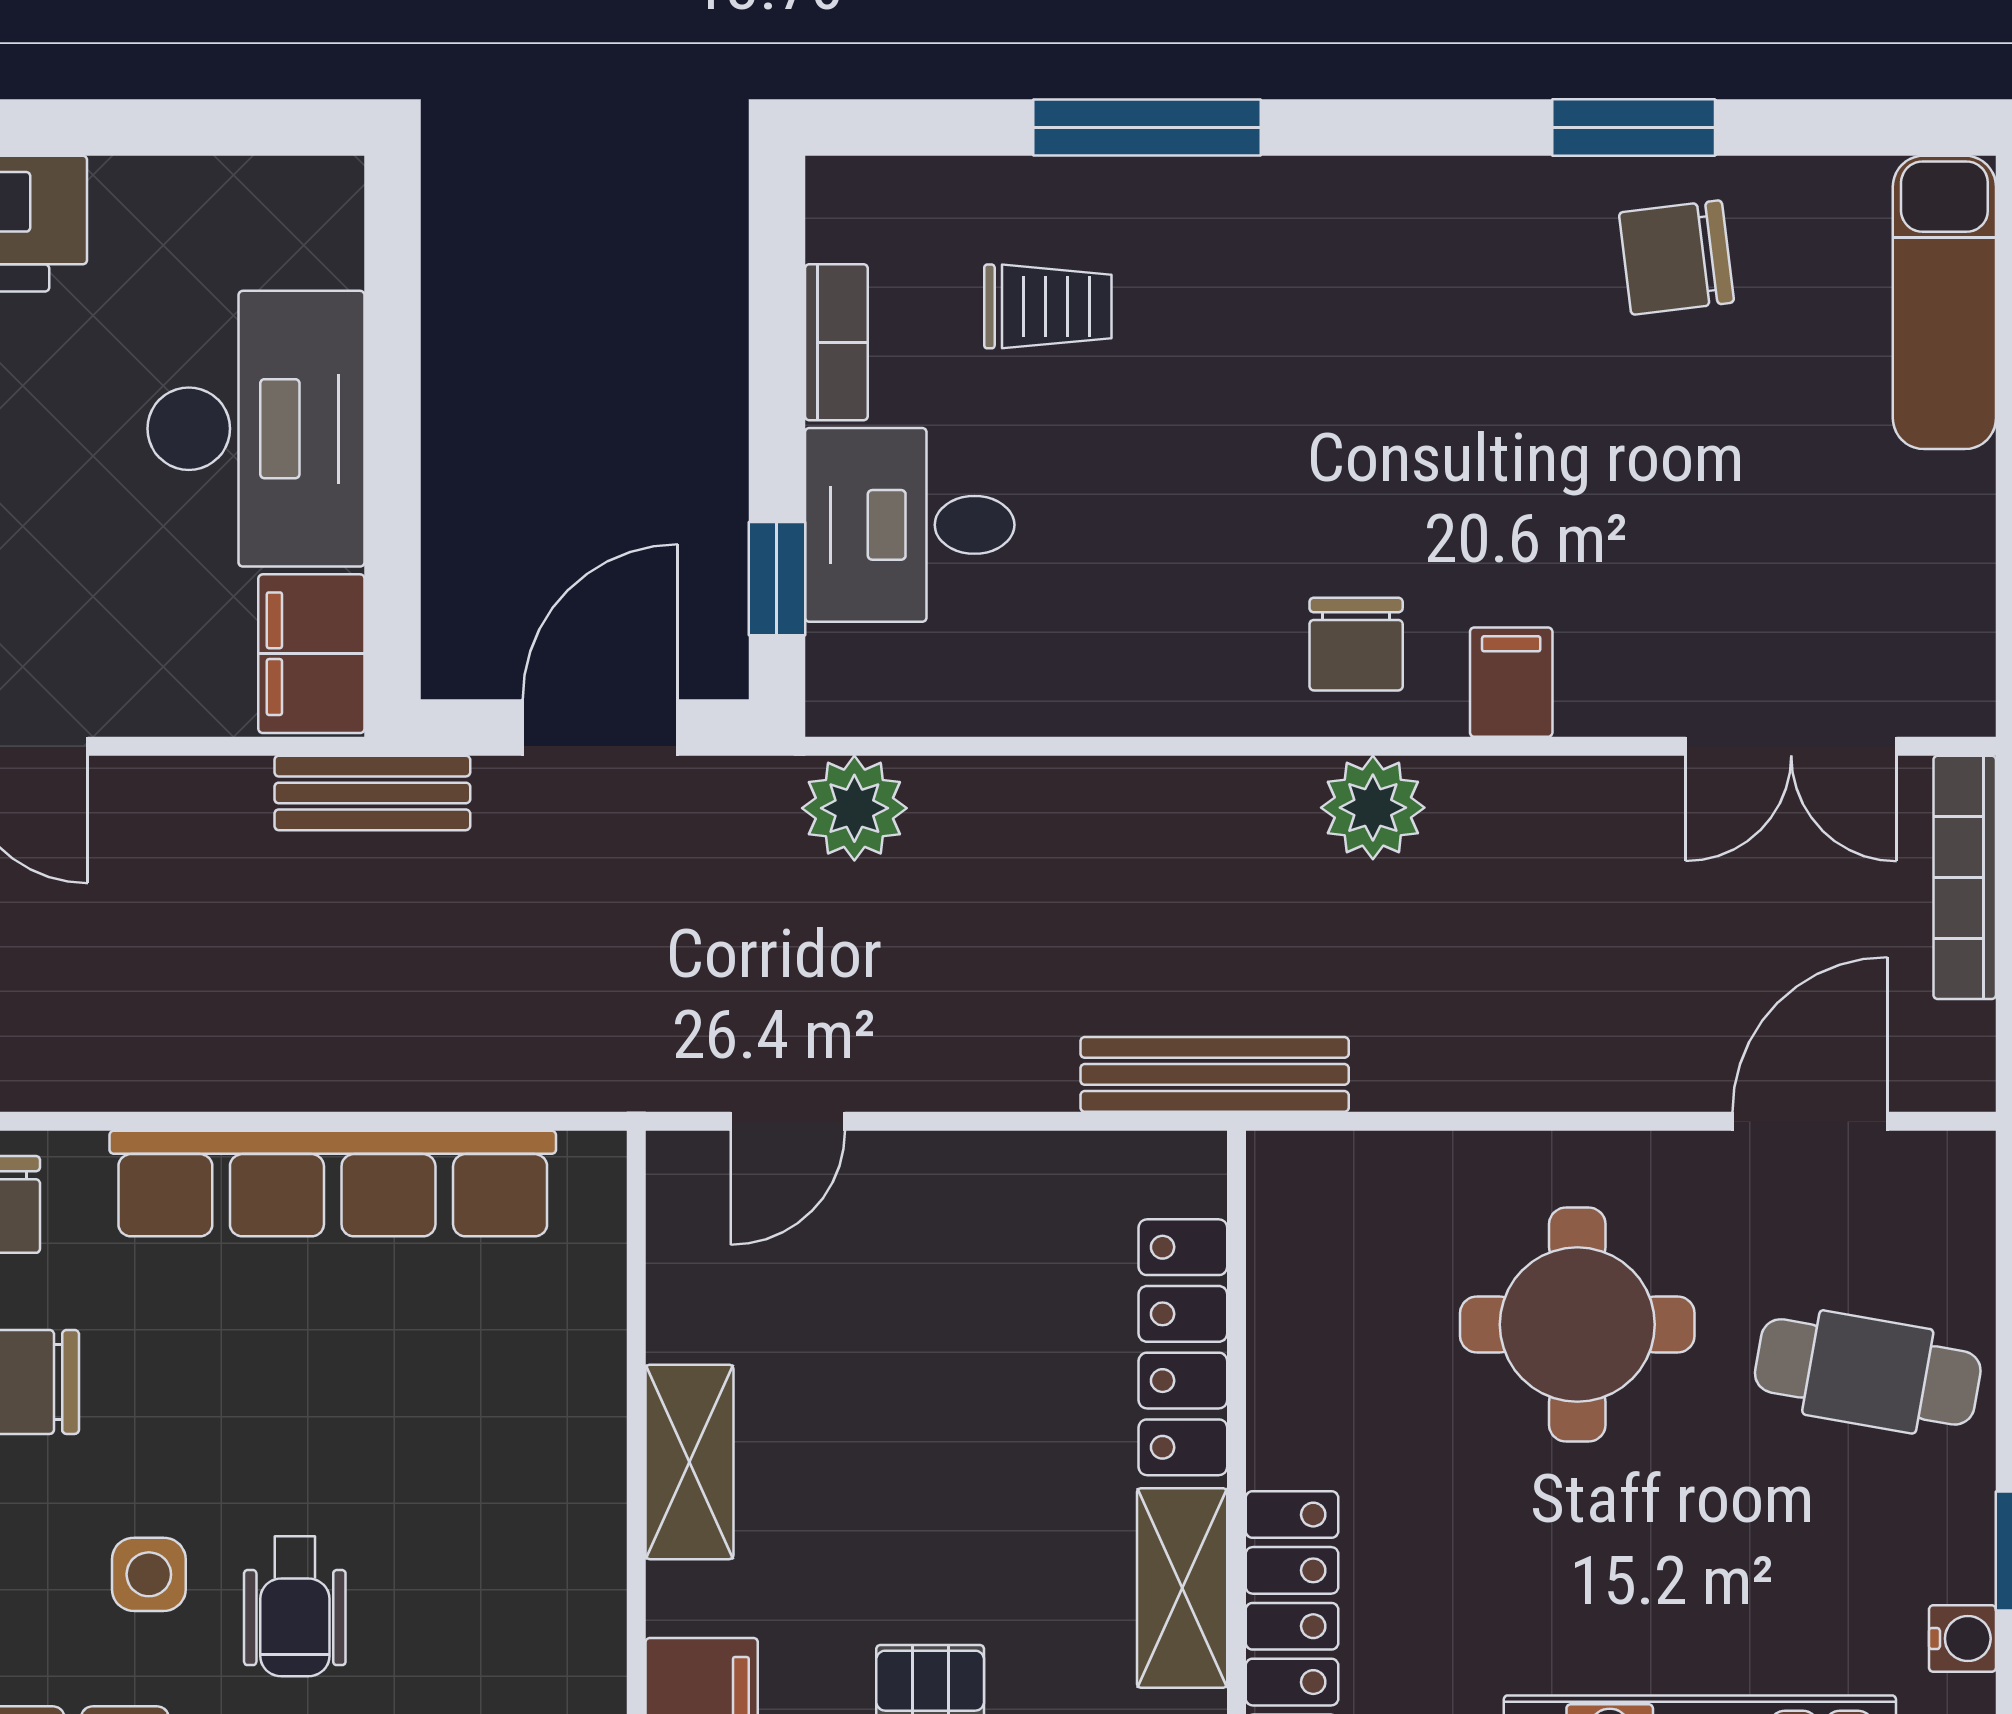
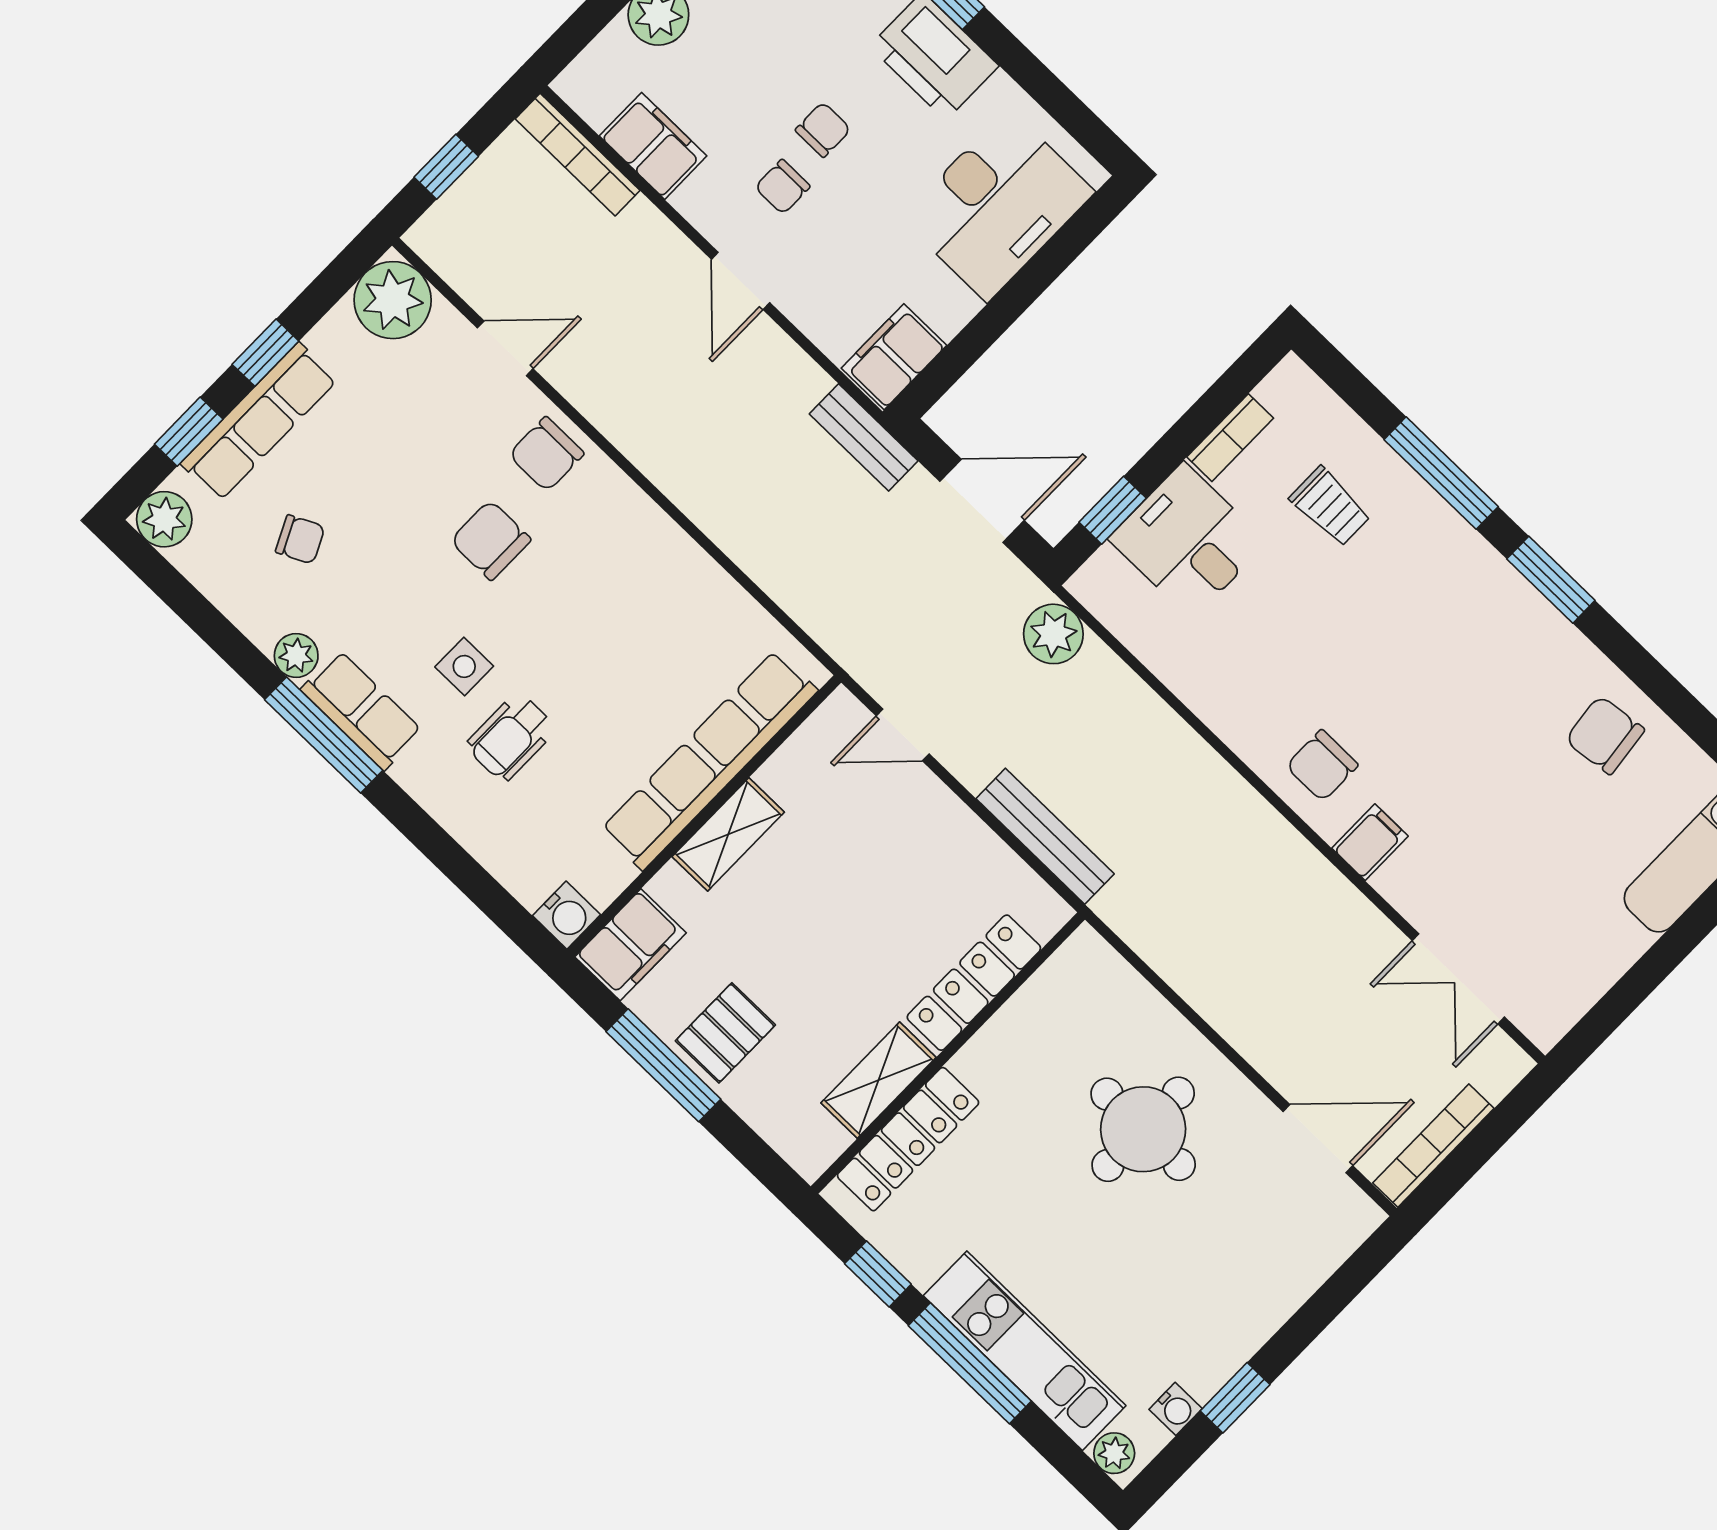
window: (1634, 127) -> (1551, 580), moved
desk: (256, 429) -> (998, 205), moved
plant: (1373, 808) -> (1264, 839), removed
bookcase: (1965, 877) -> (1433, 1146), moved
bench: (1215, 1074) -> (1045, 836), moved
row of seats: (333, 1184) -> (709, 760), moved, turned 90
cafe table: (1868, 1372) -> (1242, 1263), removed

